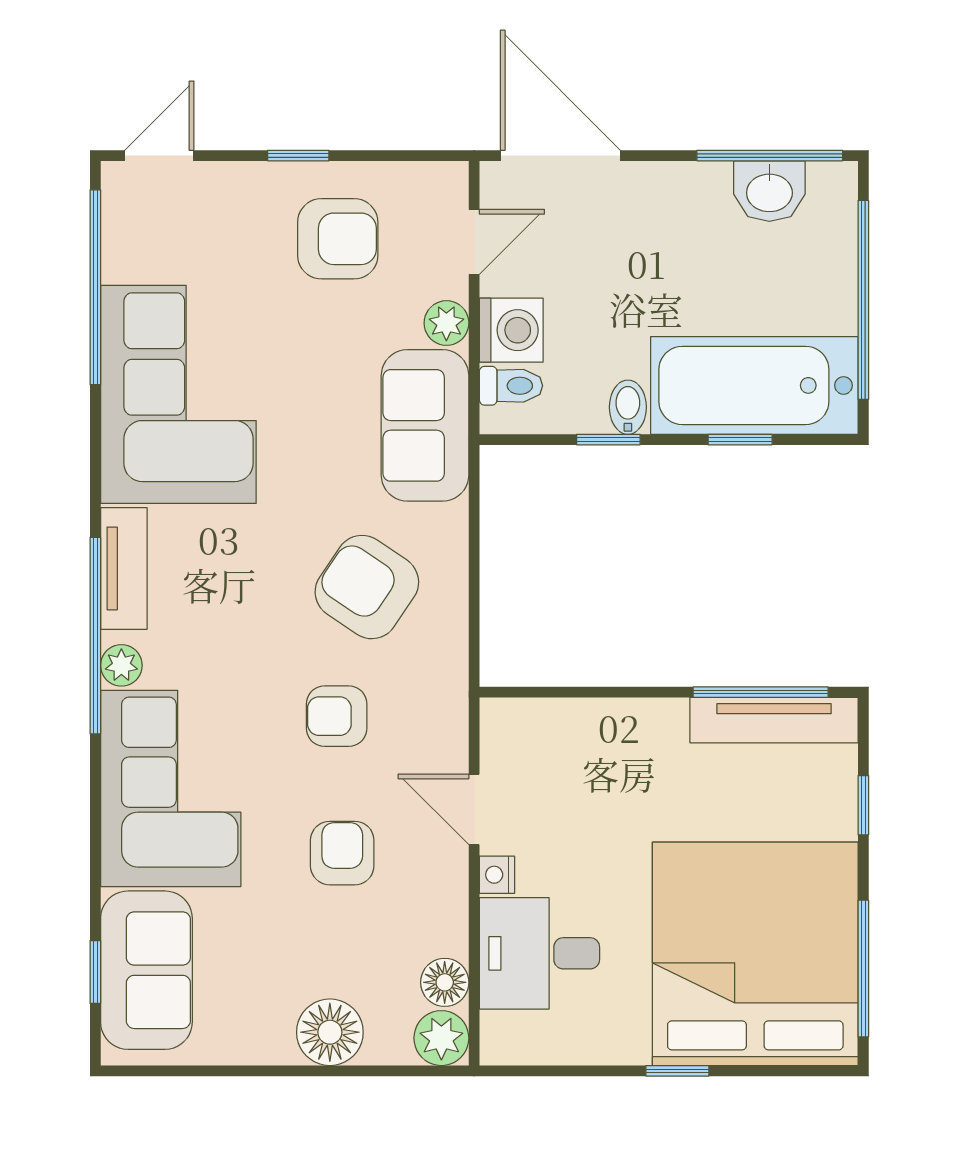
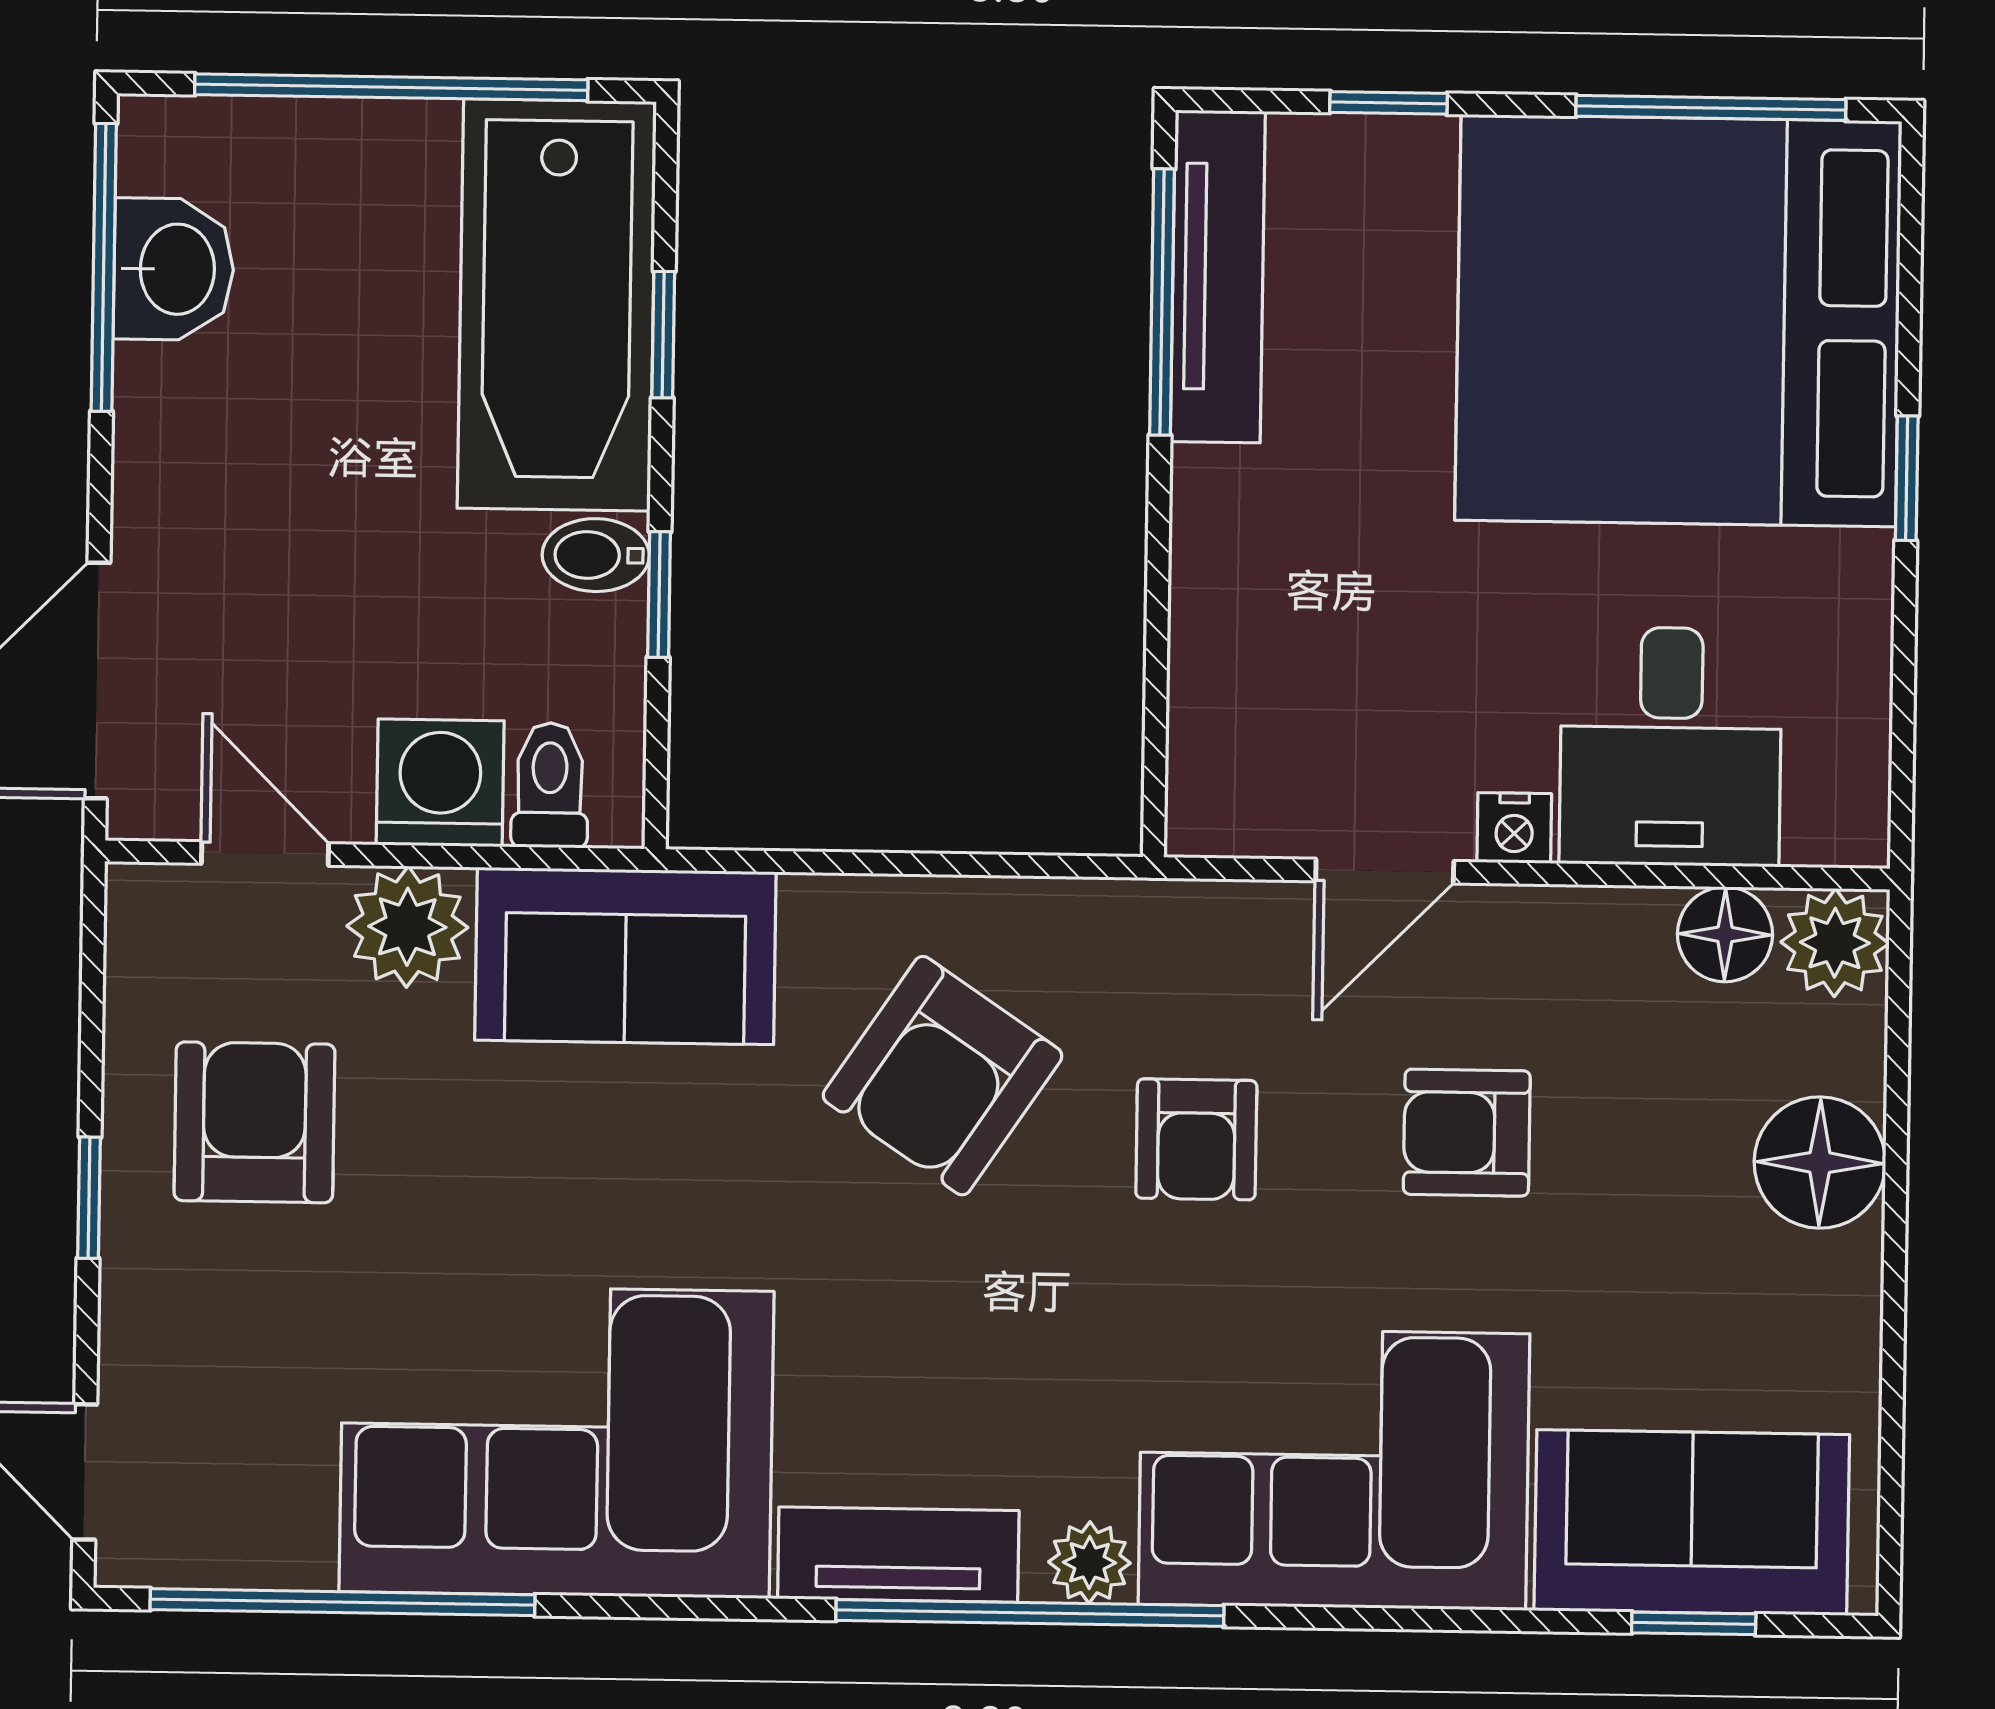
plant: (446, 323) -> (407, 927), width x1.38, depth x1.38

